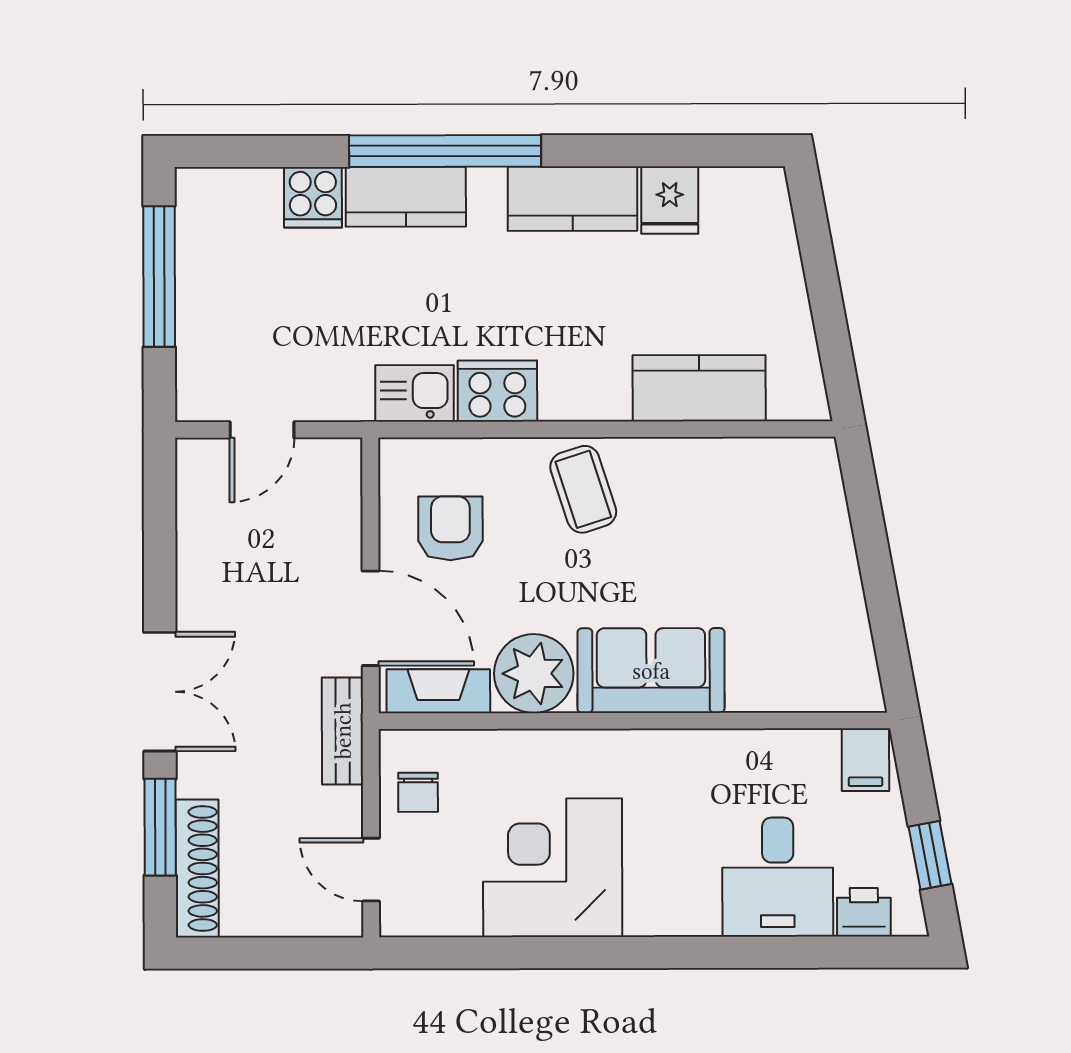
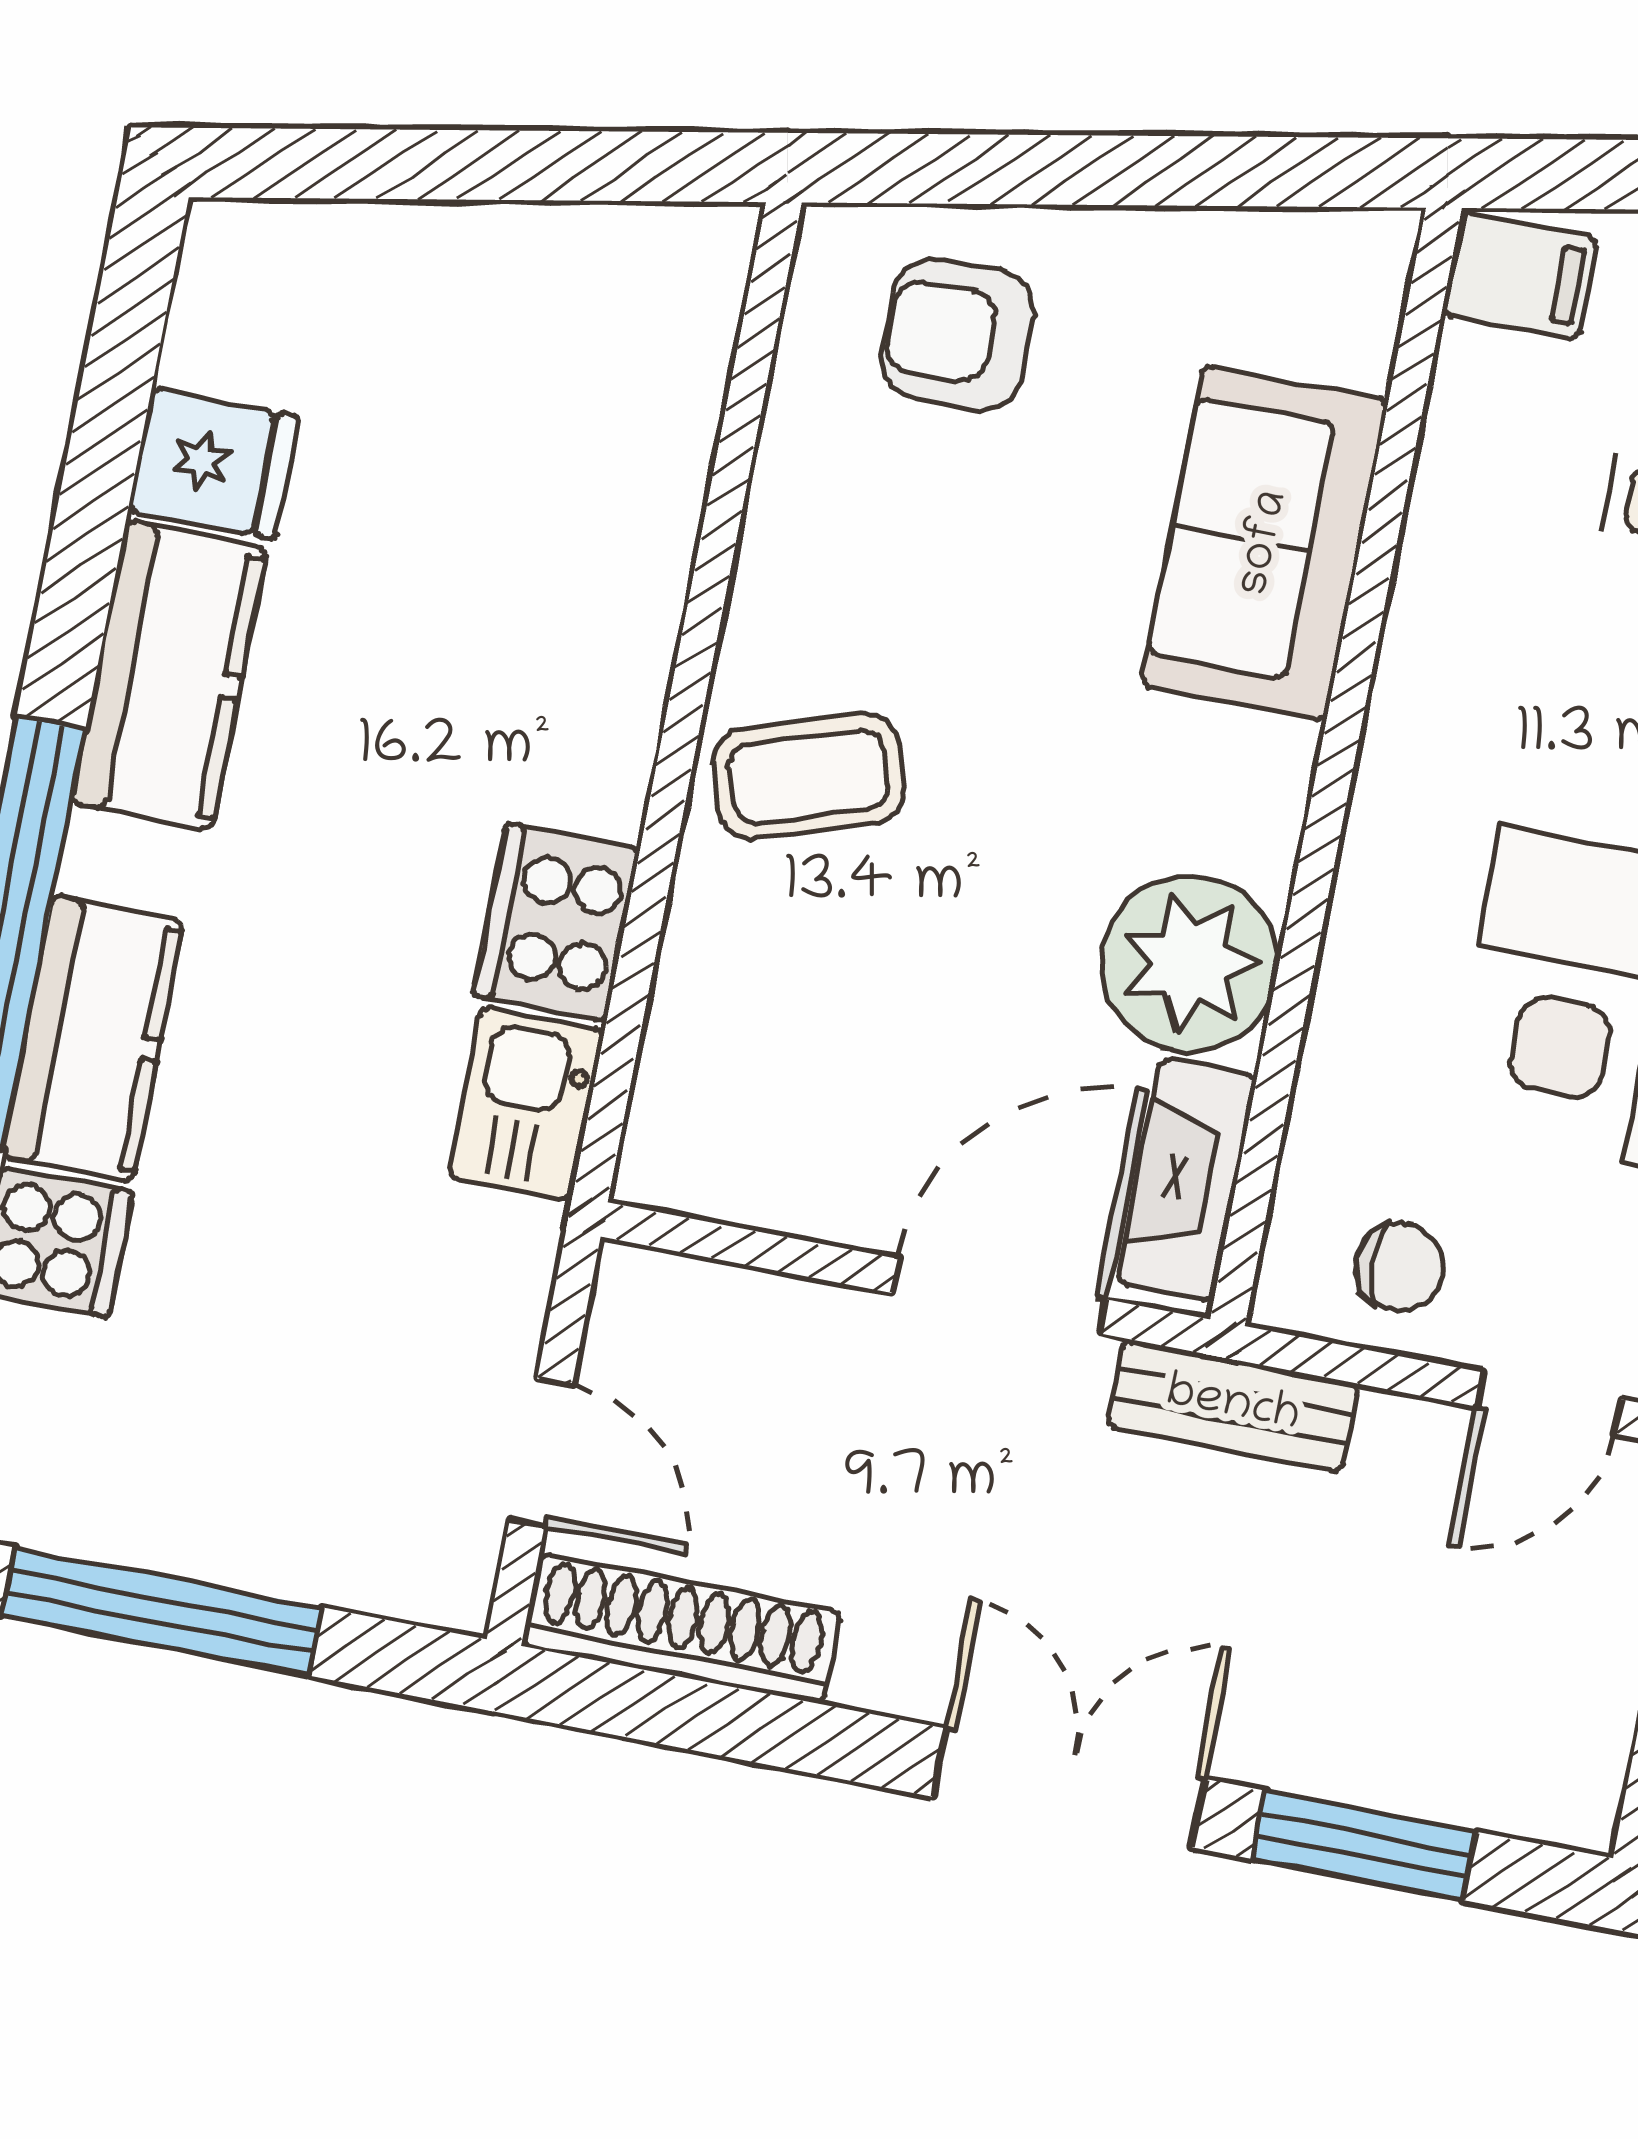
kitchen counter: (699, 388) -> (637, 480), removed
armchair: (450, 528) -> (958, 334), moved
sofa: (651, 671) -> (1265, 543), moved
shoe rack: (197, 869) -> (681, 1629), moved

